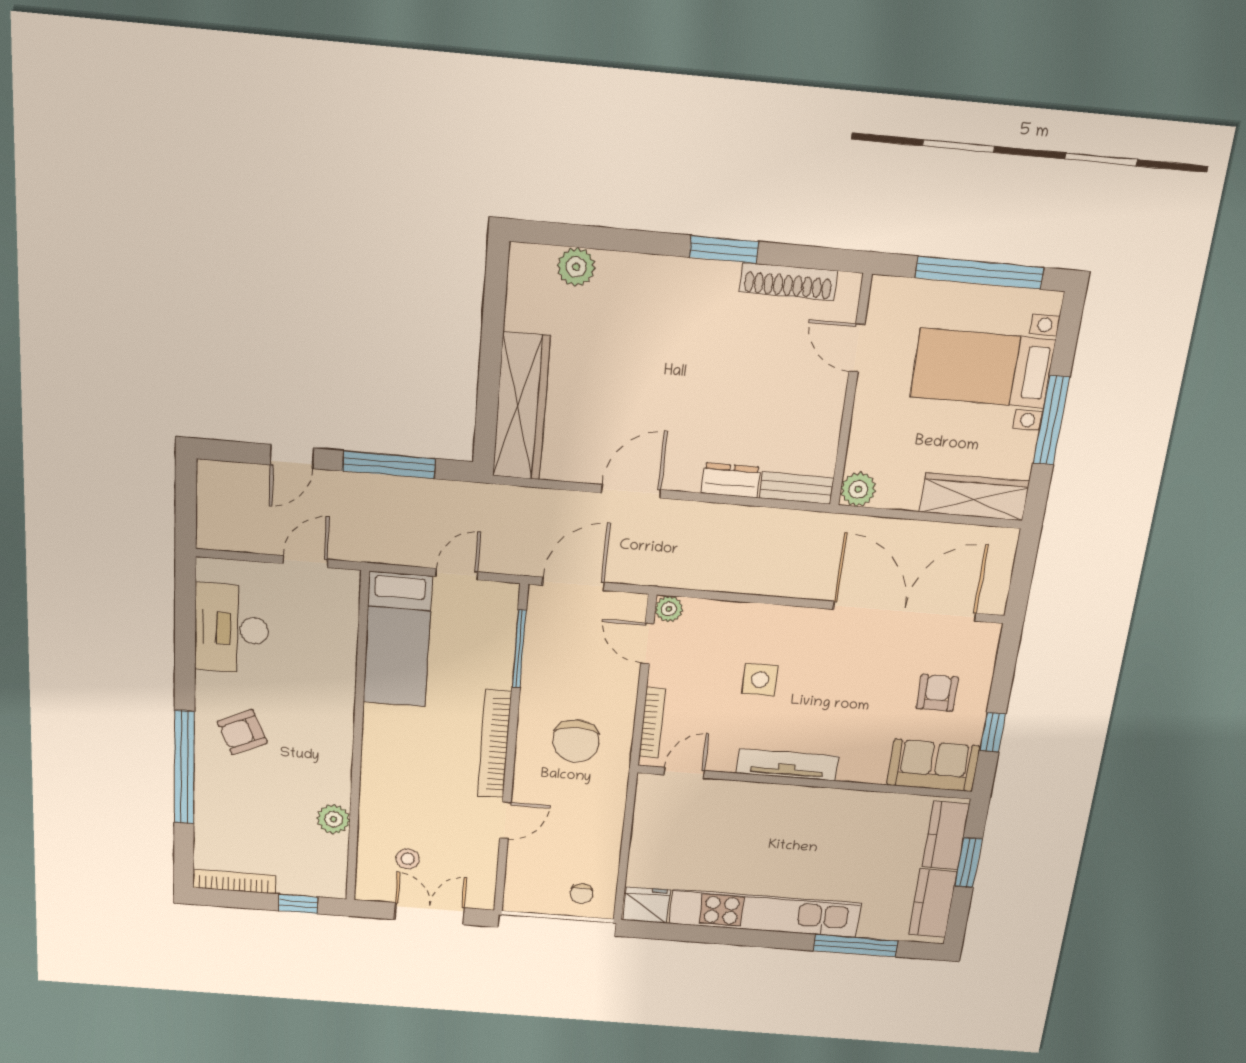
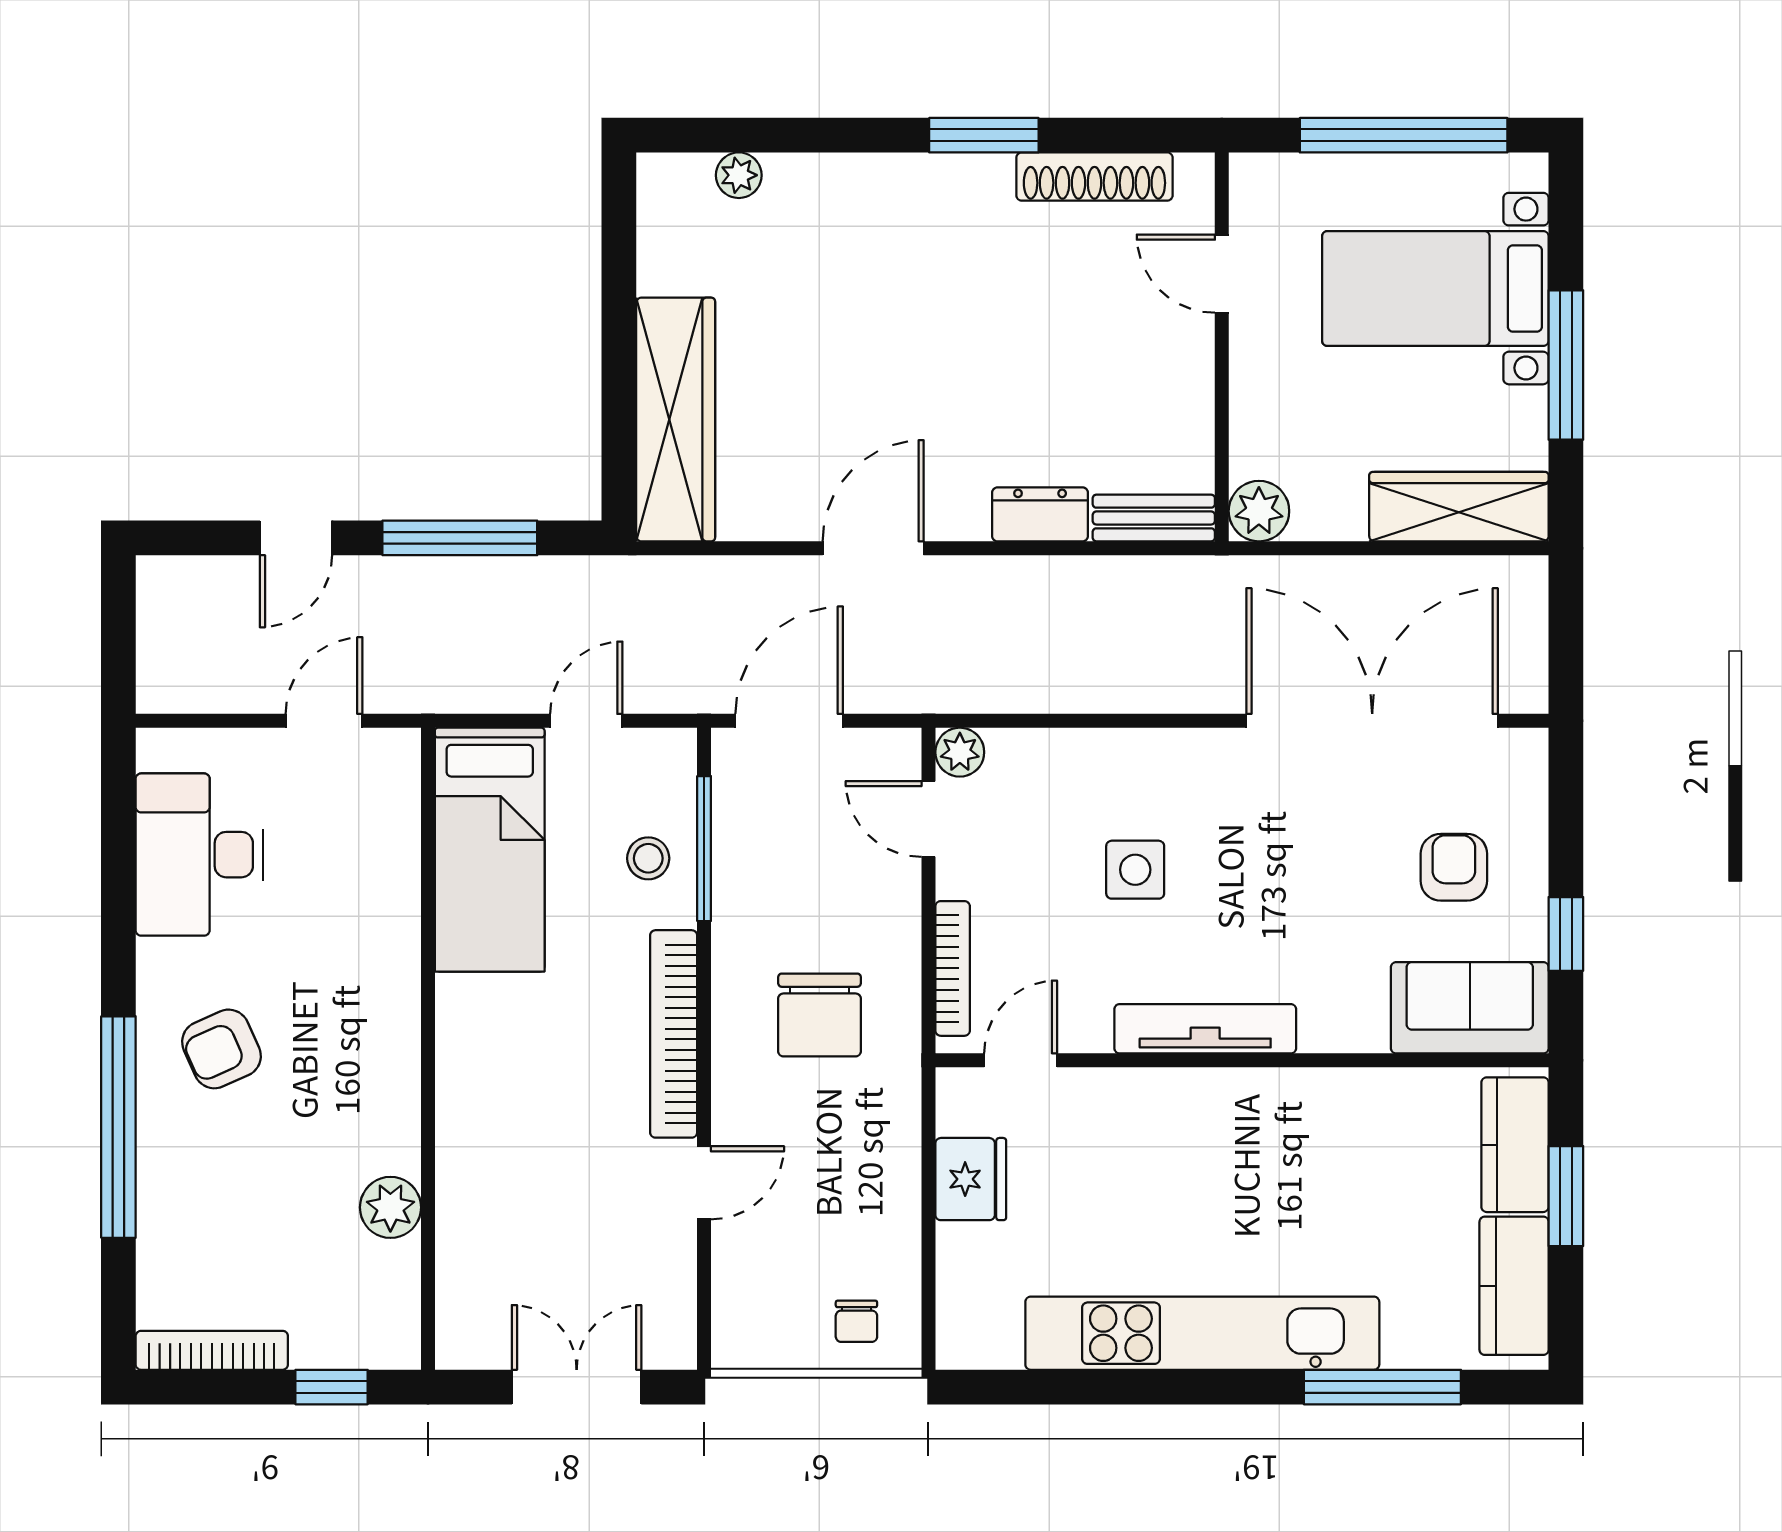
plant: (576, 267) -> (739, 175), width x0.73, depth x0.73
stool: (408, 859) -> (648, 858), moved
fridge: (646, 905) -> (971, 1179), moved, turned 90

